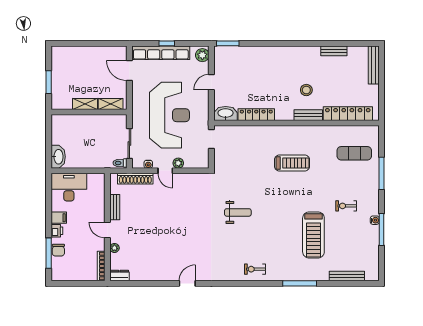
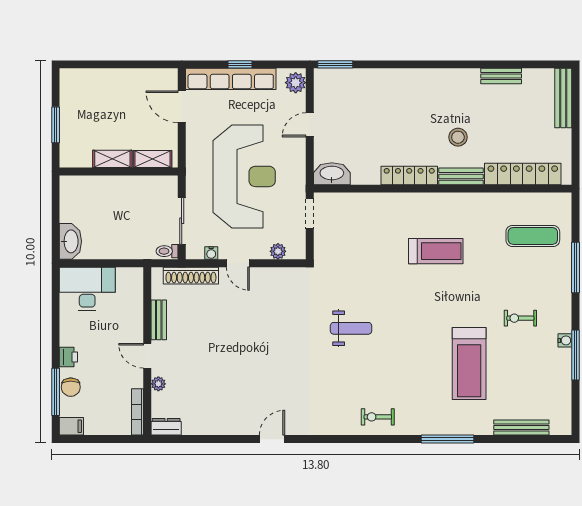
locker: (256, 115) -> (409, 176), moved
plant: (178, 163) -> (278, 251), moved
filing cabinet: (59, 218) -> (71, 426), moved

